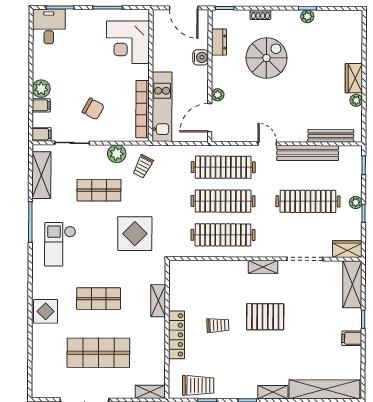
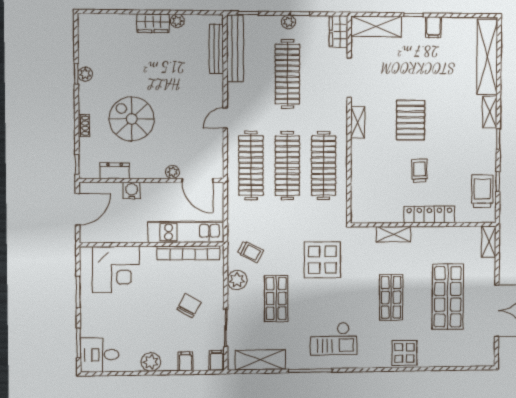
plant: (41, 89) -> (151, 362), moved
bench: (308, 153) -> (235, 48), moved

